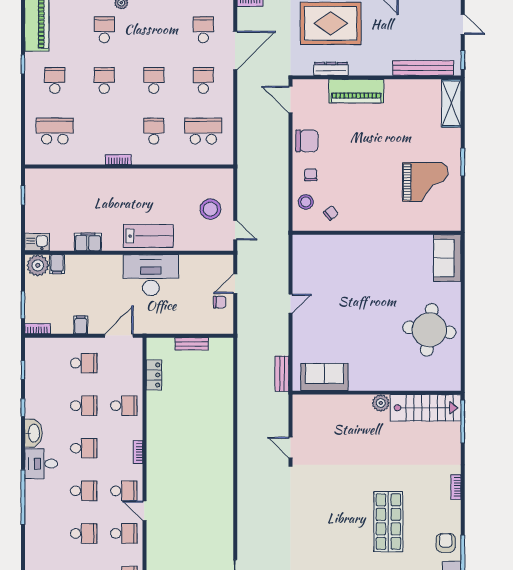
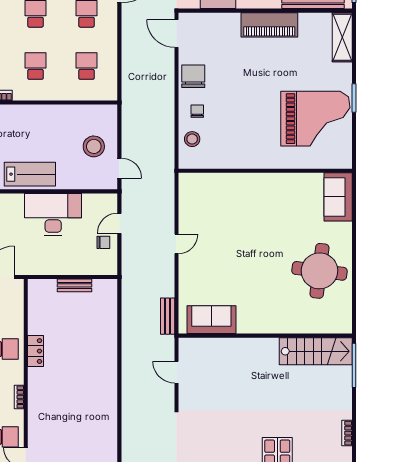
piano: (356, 91) -> (269, 25), moved
school desk: (203, 131) -> (86, 66), width x0.54
chair: (307, 141) -> (193, 76), turned -90
grand piano: (425, 182) -> (315, 119), width x1.37, depth x1.48
chair: (331, 213) -> (218, 150), removed
desk: (151, 275) -> (53, 215), moved
locker: (154, 375) -> (36, 351), moved
plant: (381, 403) -> (269, 346), removed
door: (291, 448) -> (176, 372), moved

